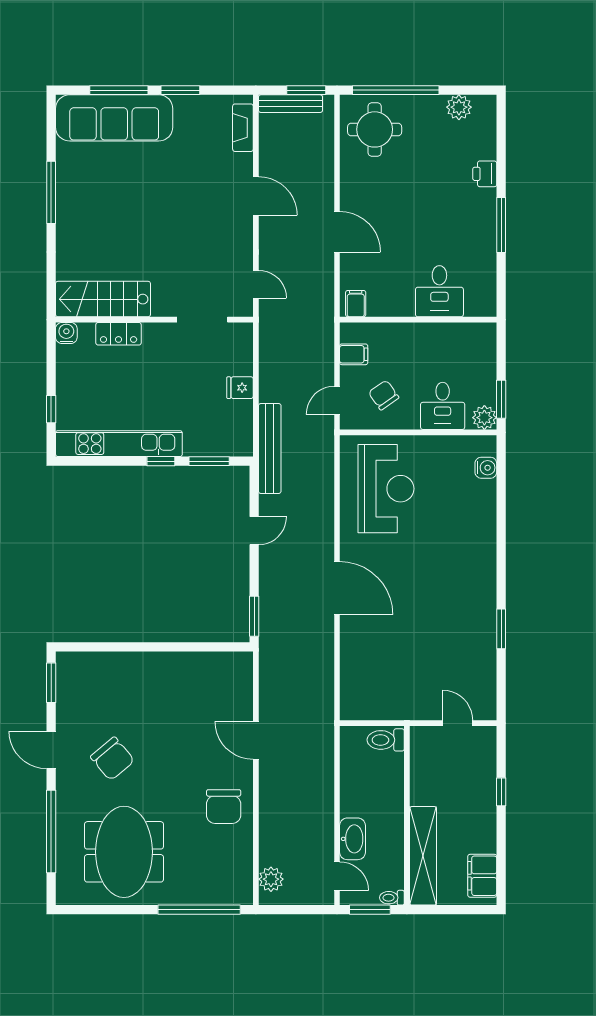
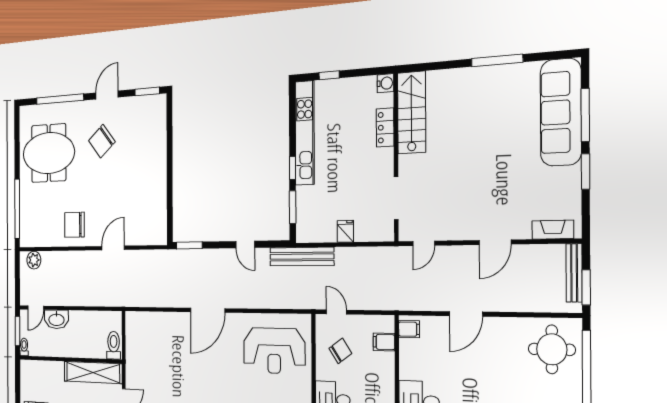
filing cabinet: (354, 354) -> (384, 342), moved, turned 90
shelving: (423, 856) -> (93, 372), moved

